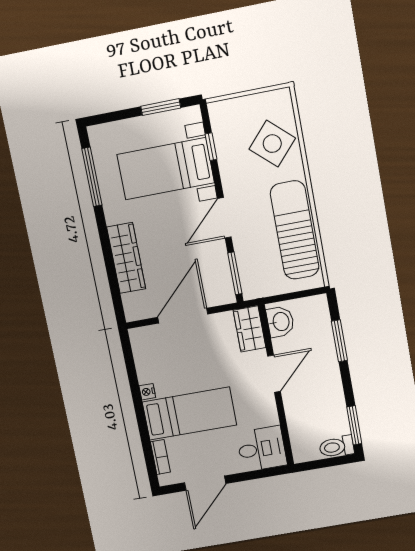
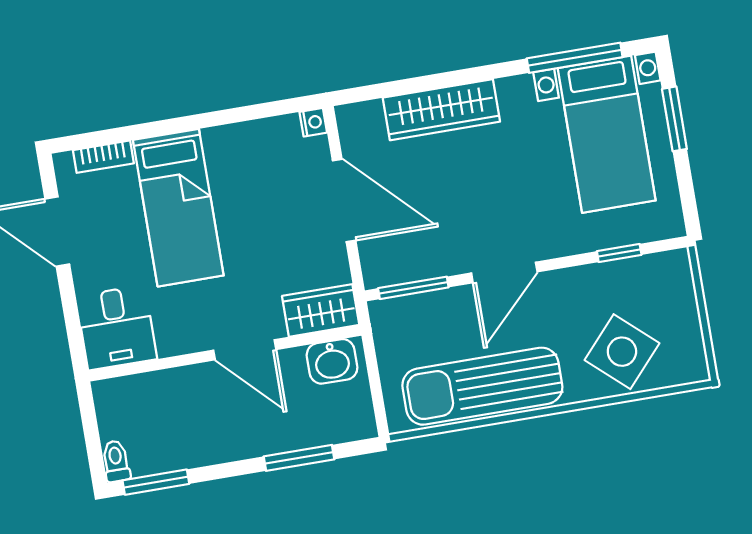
window: (161, 107) -> (674, 119), moved
bed with nightstands: (166, 169) -> (607, 134), moved, turned 180
door: (224, 218) -> (504, 272), swing flipped
sun lounger: (295, 230) -> (482, 386), turned 180
nightstand: (147, 392) -> (313, 122), moved, turned 90
toilet: (337, 447) -> (116, 461), width x0.73, depth x0.72

